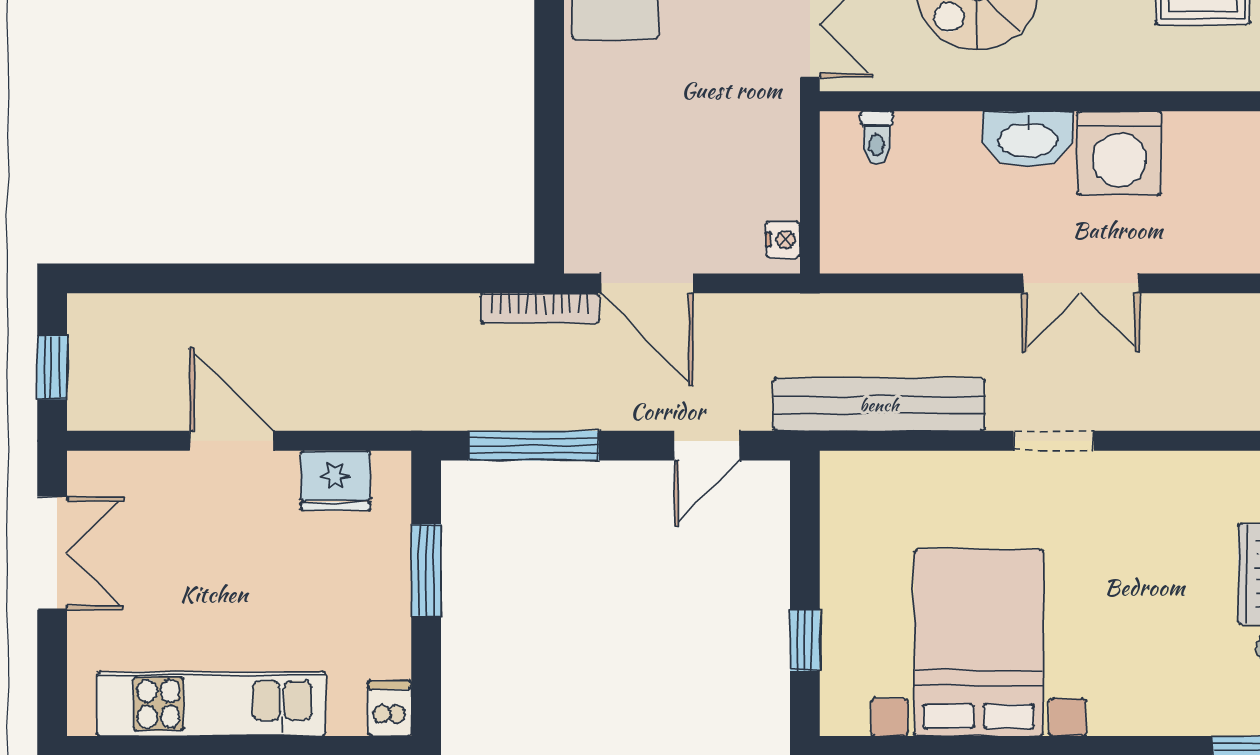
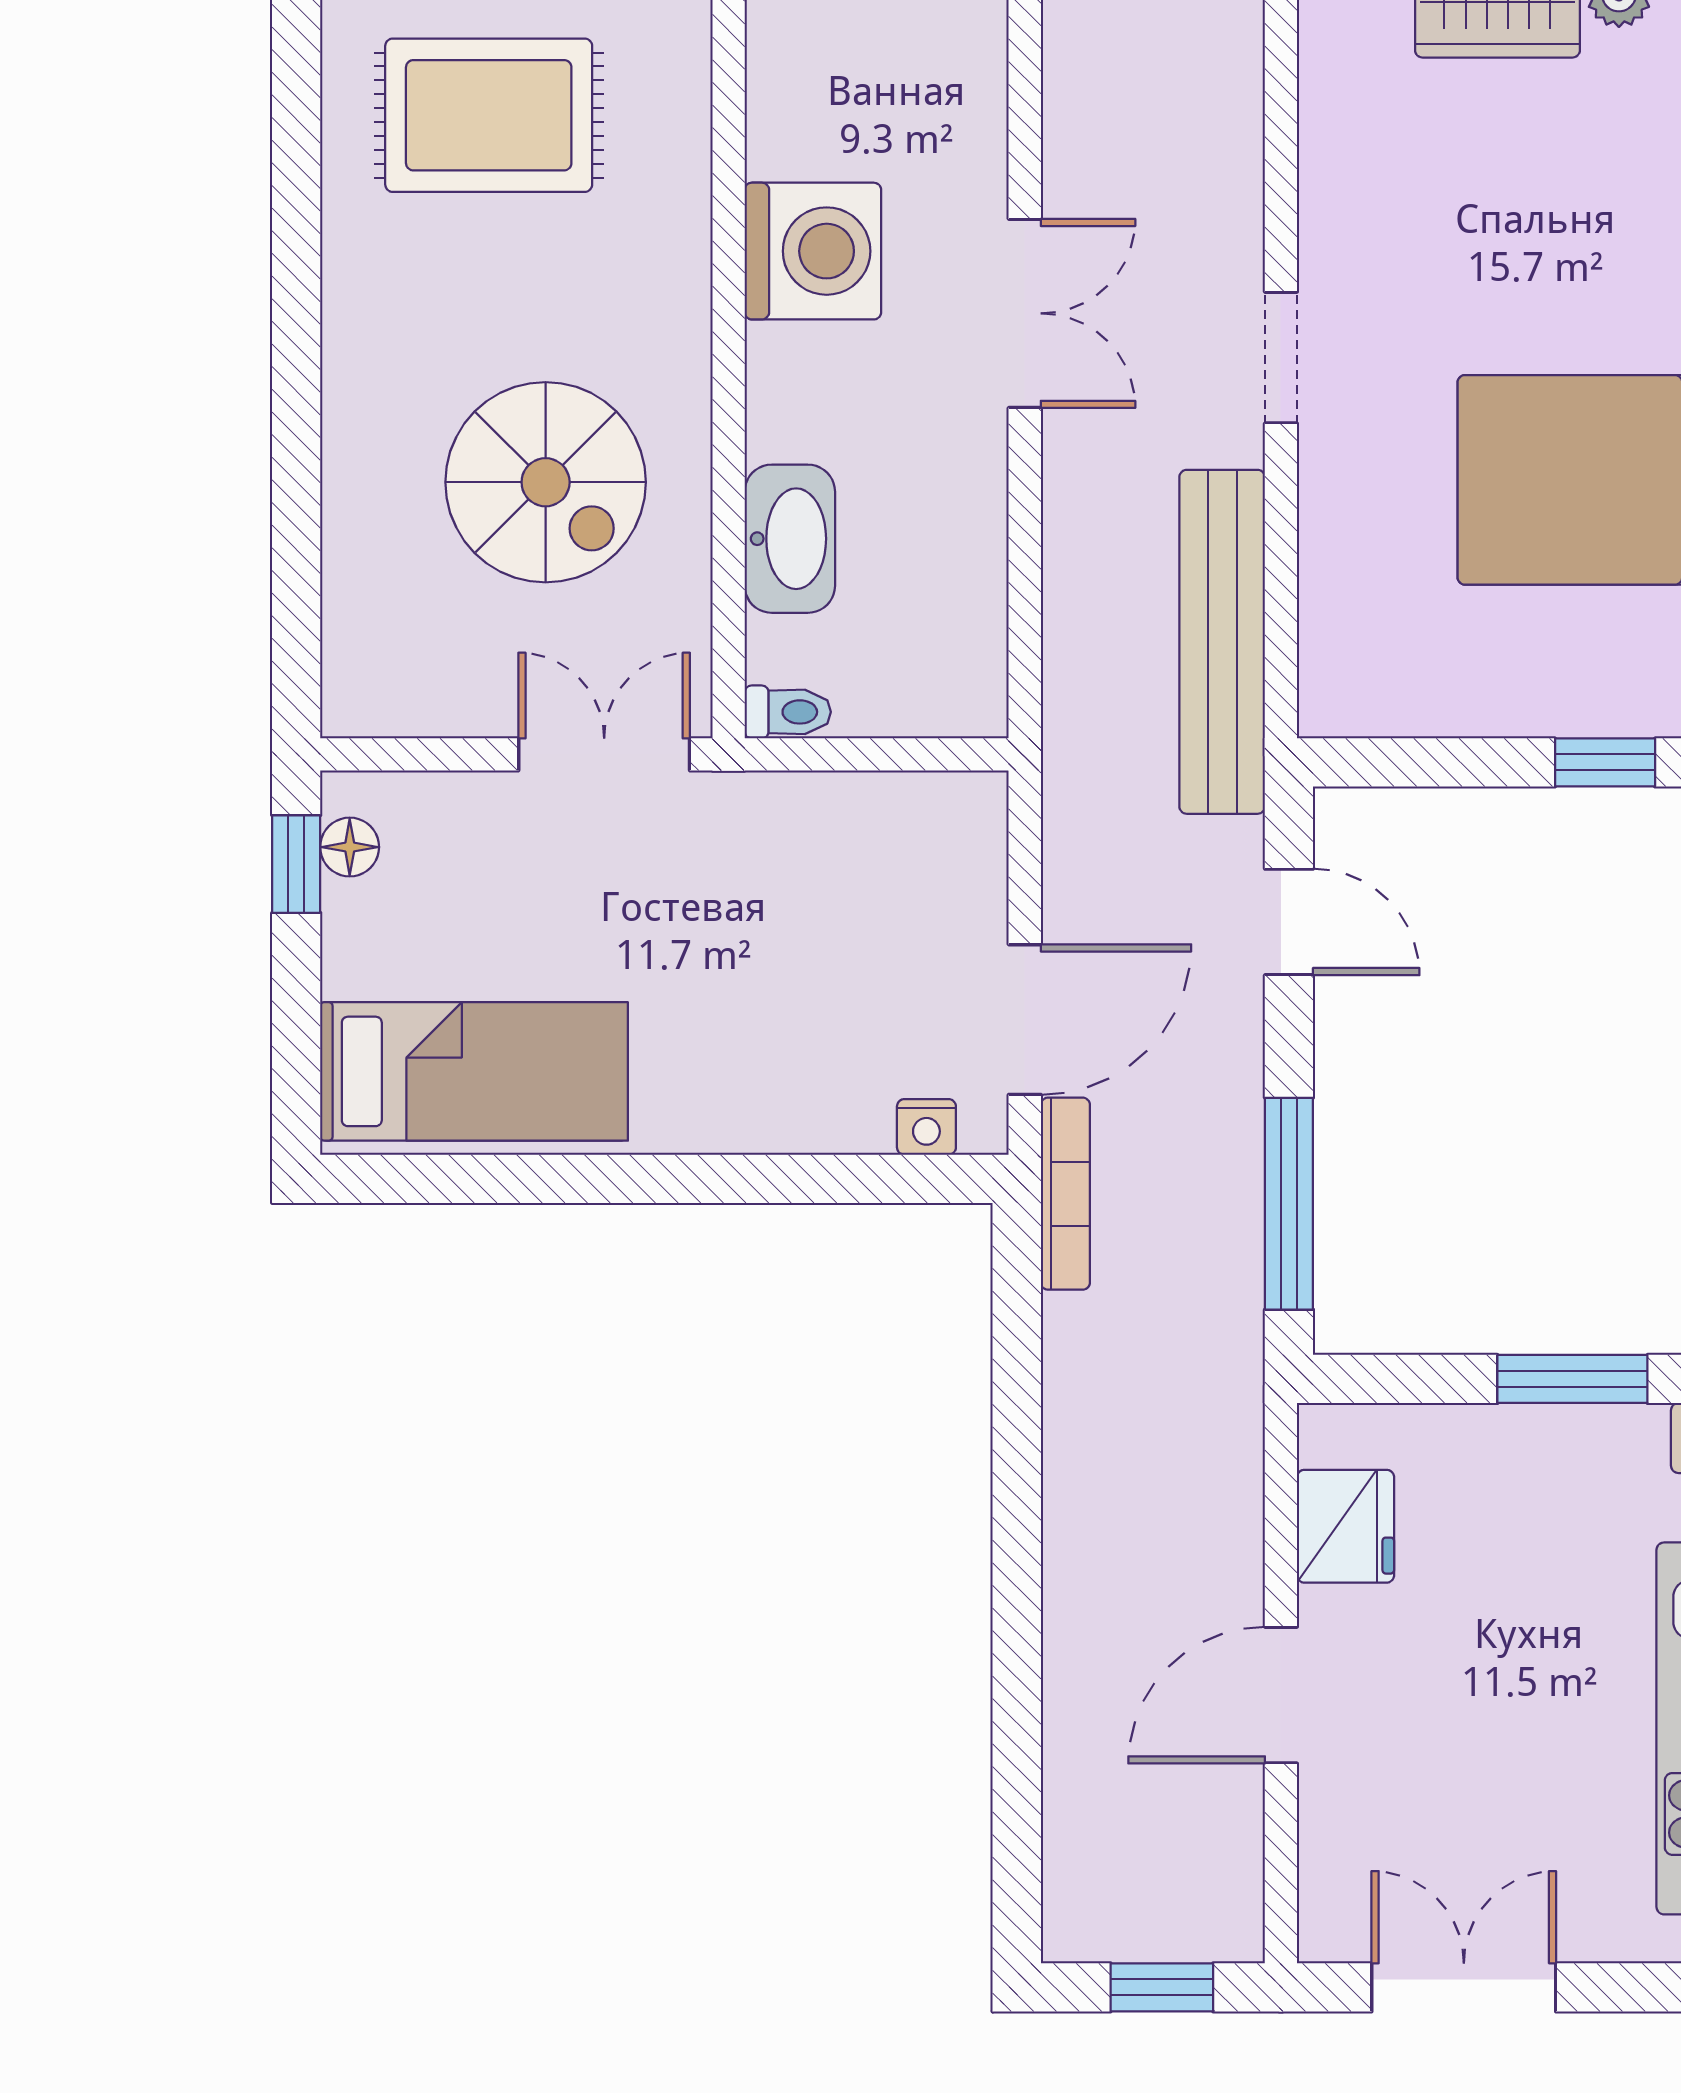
toilet: (877, 138) -> (788, 712), moved
washbasin: (1028, 139) -> (790, 539), moved
nightstand: (783, 240) -> (926, 1127), moved, turned 180
window: (426, 571) -> (1572, 1379), moved

